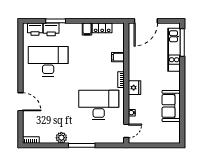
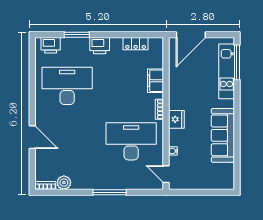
printer: (51, 29) -> (100, 46), moved
filing cabinet: (87, 29) -> (116, 45), removed
filing cabinet: (118, 57) -> (155, 81), width x2.00
sofa: (171, 106) -> (223, 135), width x1.36
door: (126, 131) -> (166, 174), swing flipped
plant: (61, 138) -> (64, 183), moved

